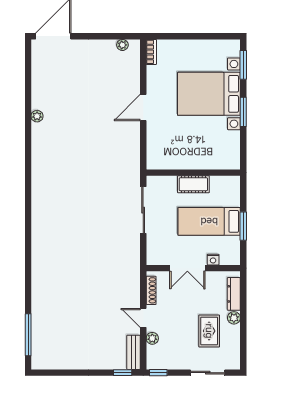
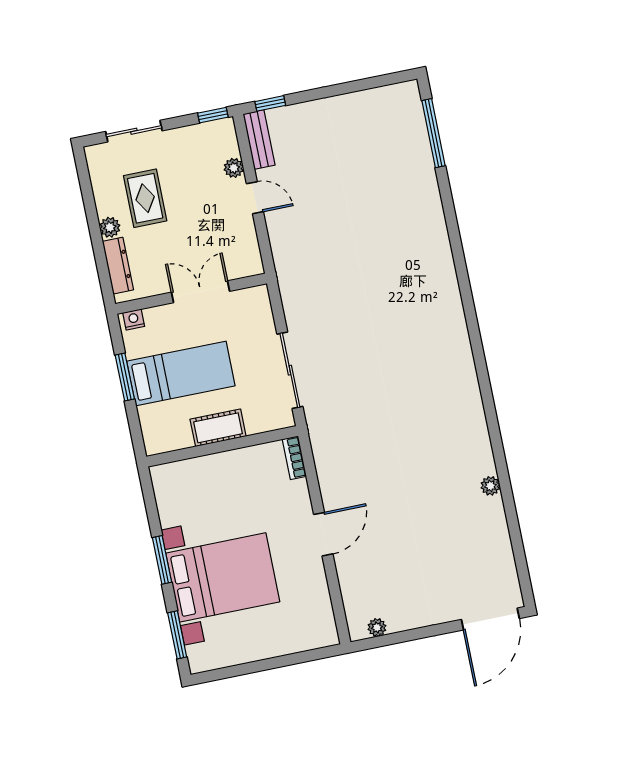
bookcase: (151, 52) -> (294, 458), moved
nightstand: (213, 260) -> (134, 320), moved
shoe rack: (151, 290) -> (251, 244), removed

